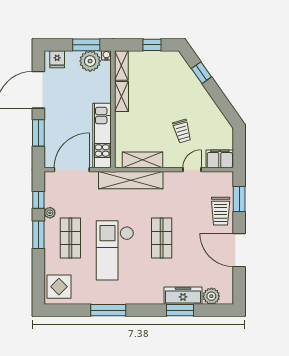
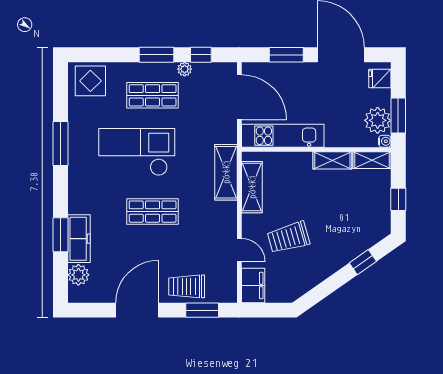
trolley: (182, 131) -> (288, 237), width x1.36, depth x1.39
shelving: (131, 180) -> (226, 172), width x0.68

